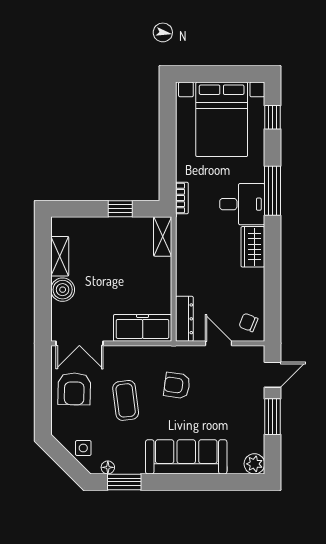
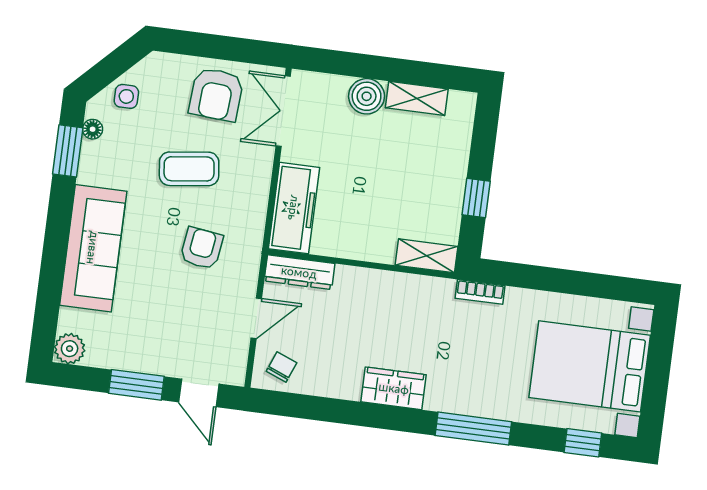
desk: (242, 204) -> (459, 381), removed
armchair: (74, 389) -> (216, 94), turned -87

